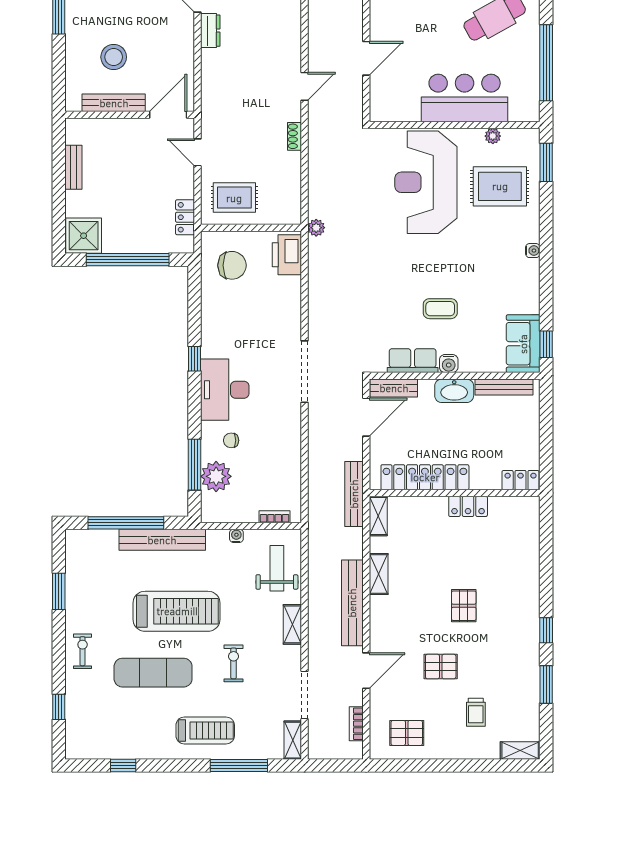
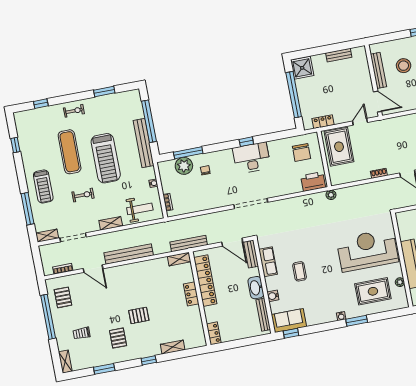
window: (546, 162) -> (357, 321), moved
rug: (500, 186) -> (373, 291), turned 90
rug: (234, 198) -> (339, 147), width x1.36, depth x1.43
water cooler: (449, 364) -> (273, 296), moved
desk: (225, 390) -> (252, 158), moved
locker: (468, 506) -> (191, 294), moved
shelving: (379, 574) -> (173, 347), moved
window: (546, 630) -> (149, 360), moved
pallet: (441, 667) -> (118, 338), moved
window: (436, 765) -> (48, 317), added

